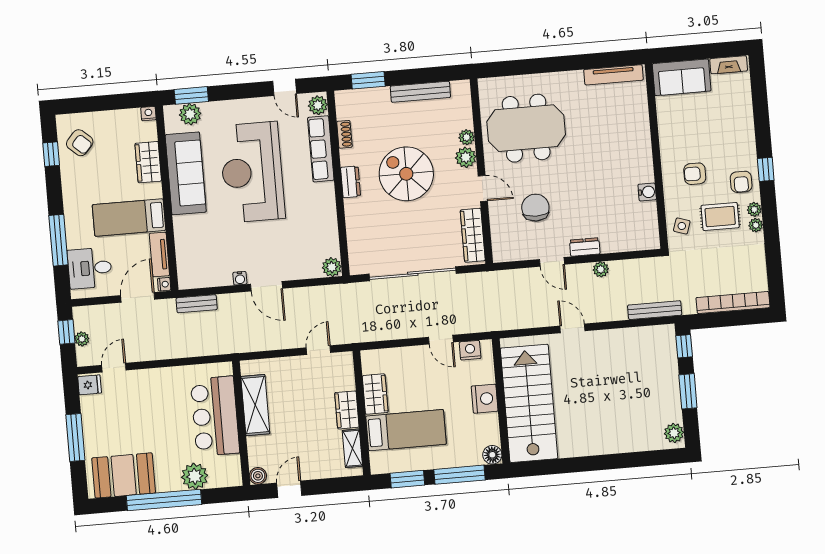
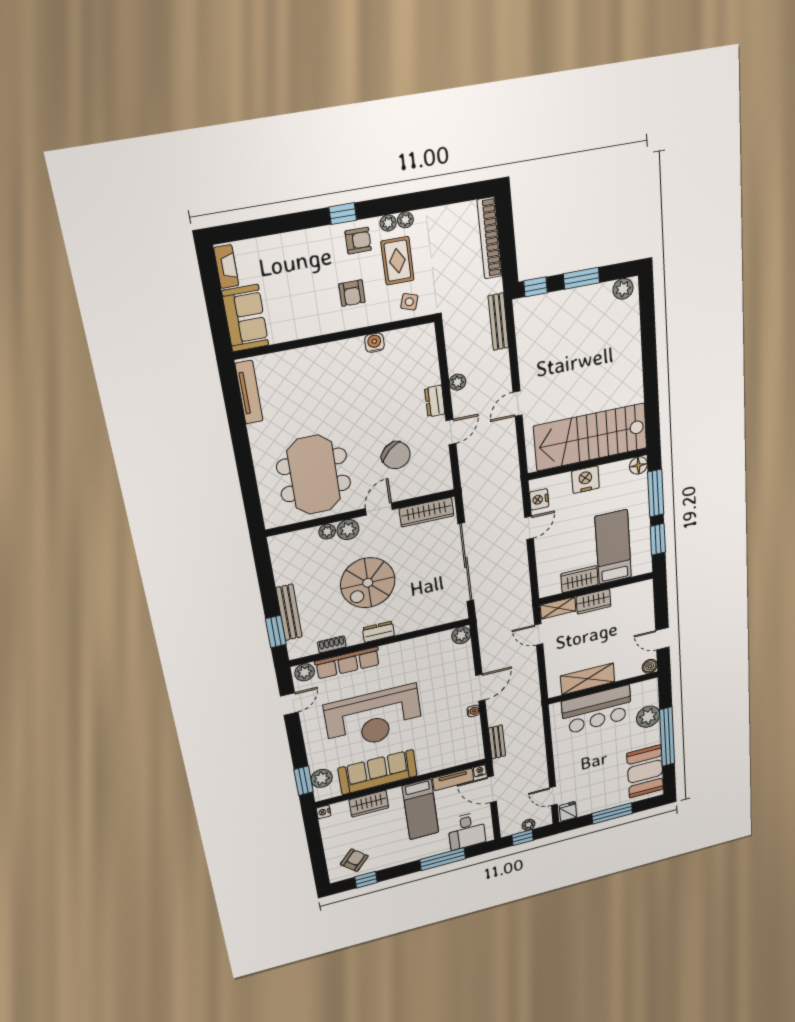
bench: (420, 92) -> (289, 612), moved
chair: (535, 208) -> (396, 455), turned -132
shelving: (352, 448) -> (558, 608), moved

